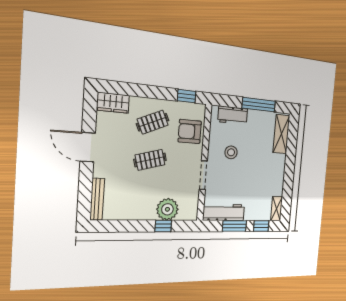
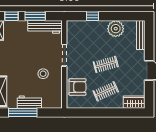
window: (187, 96) -> (82, 112), removed
workbench: (233, 115) -> (29, 102), moved
plant: (167, 209) -> (116, 29), moved

